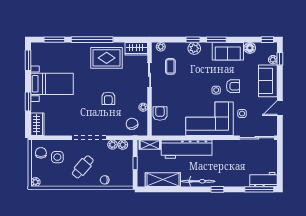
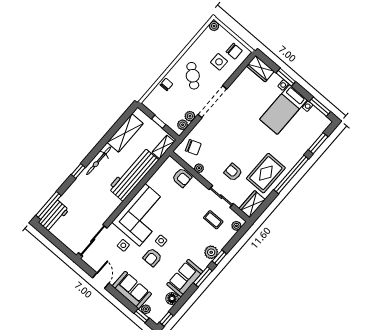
armchair: (108, 98) -> (233, 172), moved

